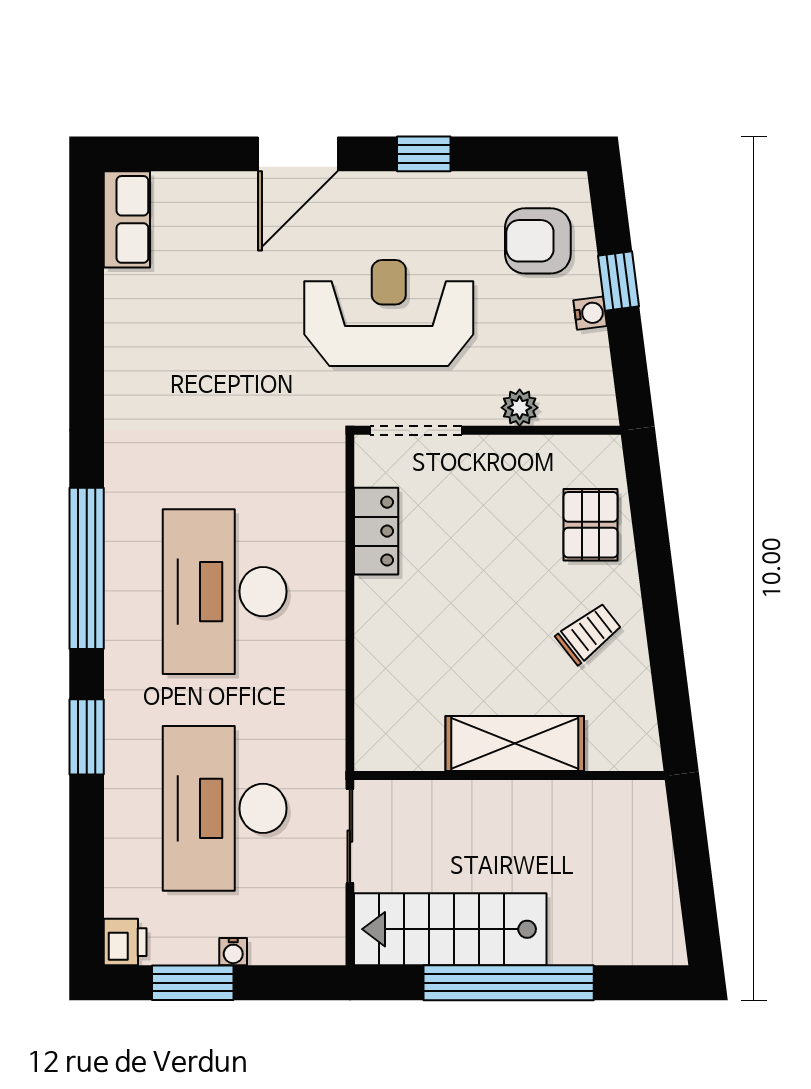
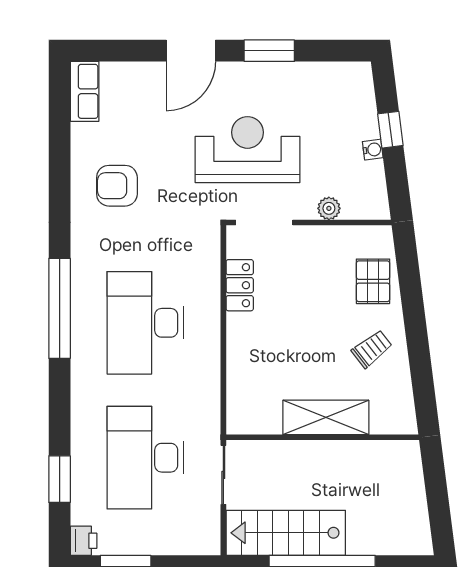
window: (424, 154) -> (269, 51), width x1.50
armchair: (538, 241) -> (117, 186), moved
window: (87, 737) -> (60, 479), moved
water cooler: (233, 952) -> (151, 547), removed

